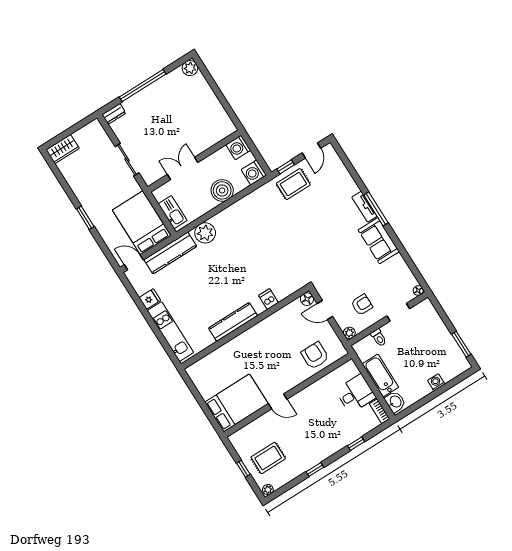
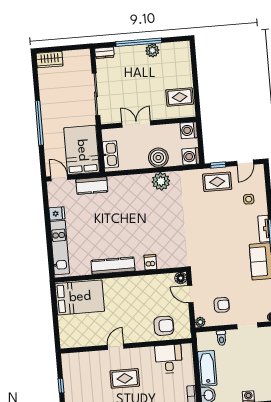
plant: (190, 68) -> (152, 50), moved
rug: (212, 119) -> (180, 97), added
sliding door: (127, 160) -> (96, 94), width x1.37
side table: (334, 185) -> (249, 199), added
window: (85, 218) -> (39, 123), width x2.11
plant: (205, 233) -> (161, 181), moved
kitchen counter: (170, 253) -> (92, 186), width x0.67
armchair: (315, 356) -> (164, 326), turned 90
desk: (356, 394) -> (169, 359), moved, turned -90
door: (278, 401) -> (116, 347), swing flipped
bed: (237, 403) -> (80, 297), moved
rug: (268, 458) -> (125, 378), moved

